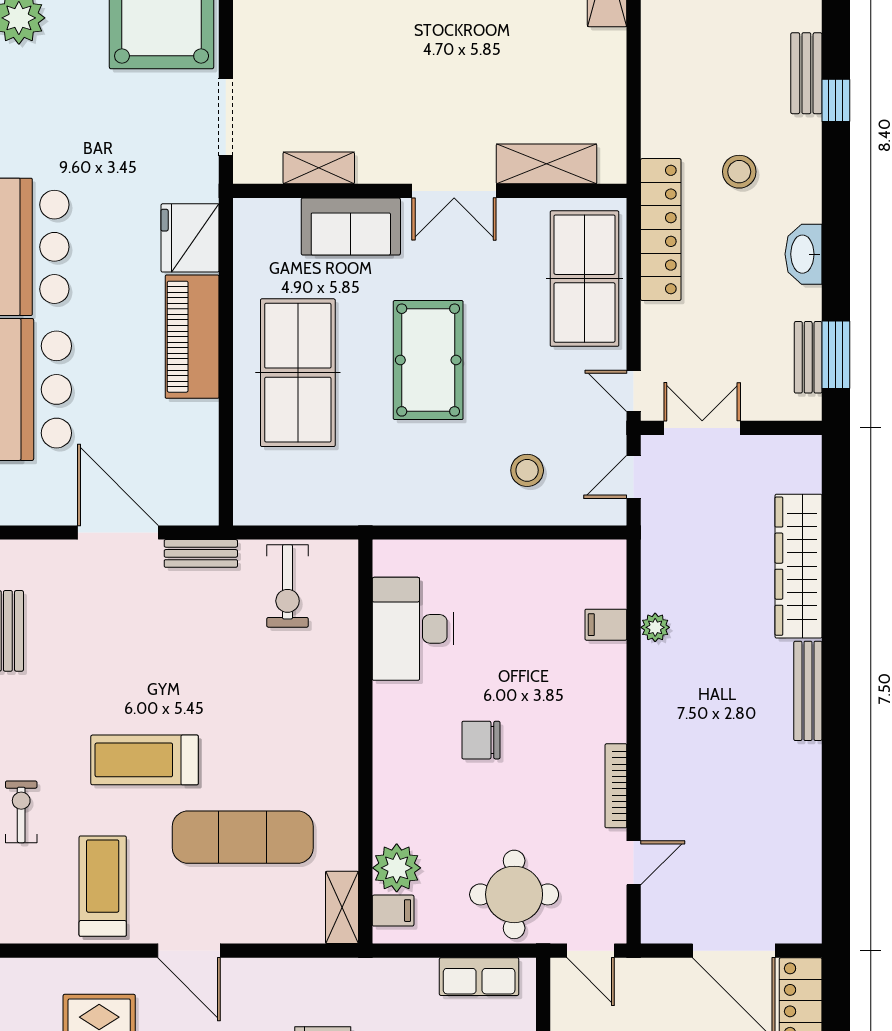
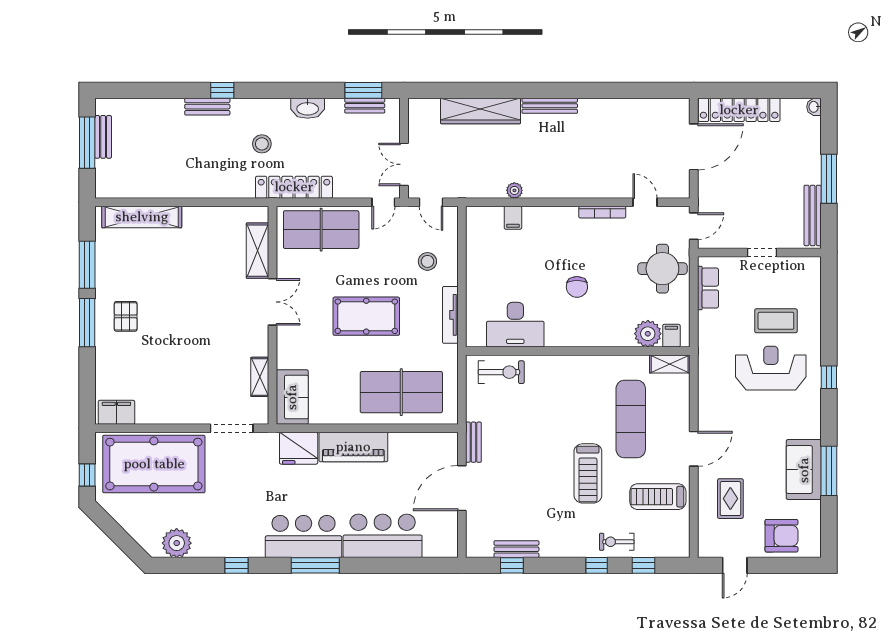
sofa: (351, 227) -> (292, 397), moved
table tennis table: (298, 373) -> (401, 392), moved
tv unit: (431, 512) -> (450, 315), added
exercise bike: (288, 586) -> (501, 372), moved

